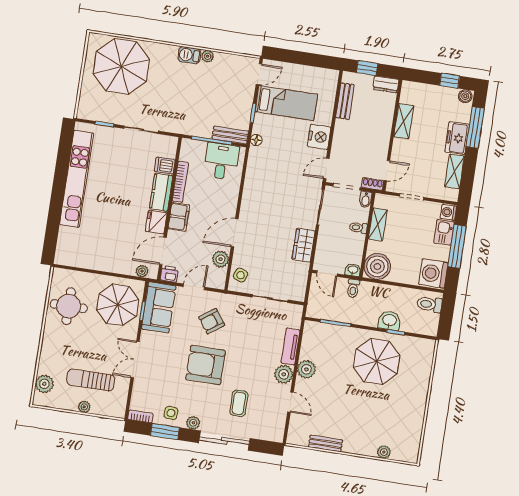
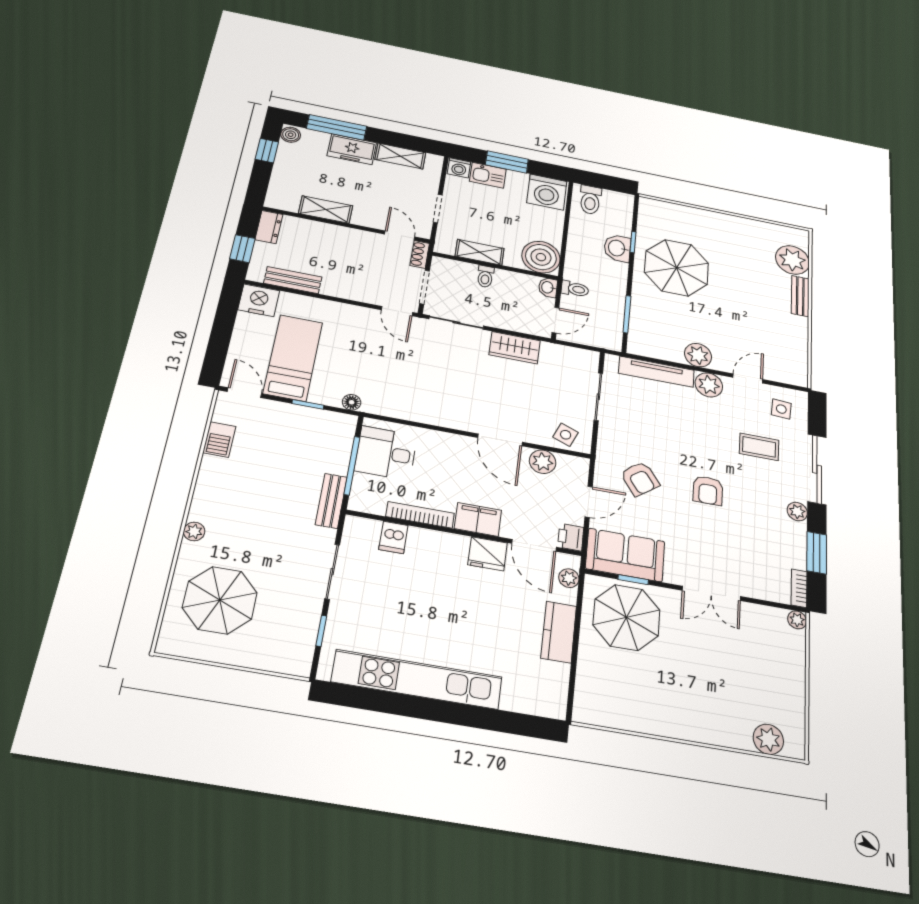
barbecue: (189, 55) -> (219, 439), moved
plant: (208, 56) -> (194, 531), moved
parasol: (121, 66) -> (220, 600), width x0.73, depth x0.73
bench: (230, 135) -> (331, 501), moved
nightstand: (319, 137) -> (259, 300), moved
kitchen counter: (161, 192) -> (559, 632), moved, turned 90
bidet: (366, 200) -> (443, 265), removed
window: (457, 246) -> (507, 162), width x0.69
door: (194, 287) -> (589, 502), swing flipped
round table: (69, 306) -> (635, 697), removed
tv unit: (290, 347) -> (656, 372), width x1.41
armchair: (205, 365) -> (708, 490), width x0.53, depth x0.53
sun lounger: (91, 380) -> (752, 663), removed
plant: (84, 407) -> (797, 620), moved
side table: (171, 413) -> (781, 409), moved
bench: (325, 443) -> (800, 296), moved
plant: (384, 452) -> (792, 260), width x1.88, depth x1.88

